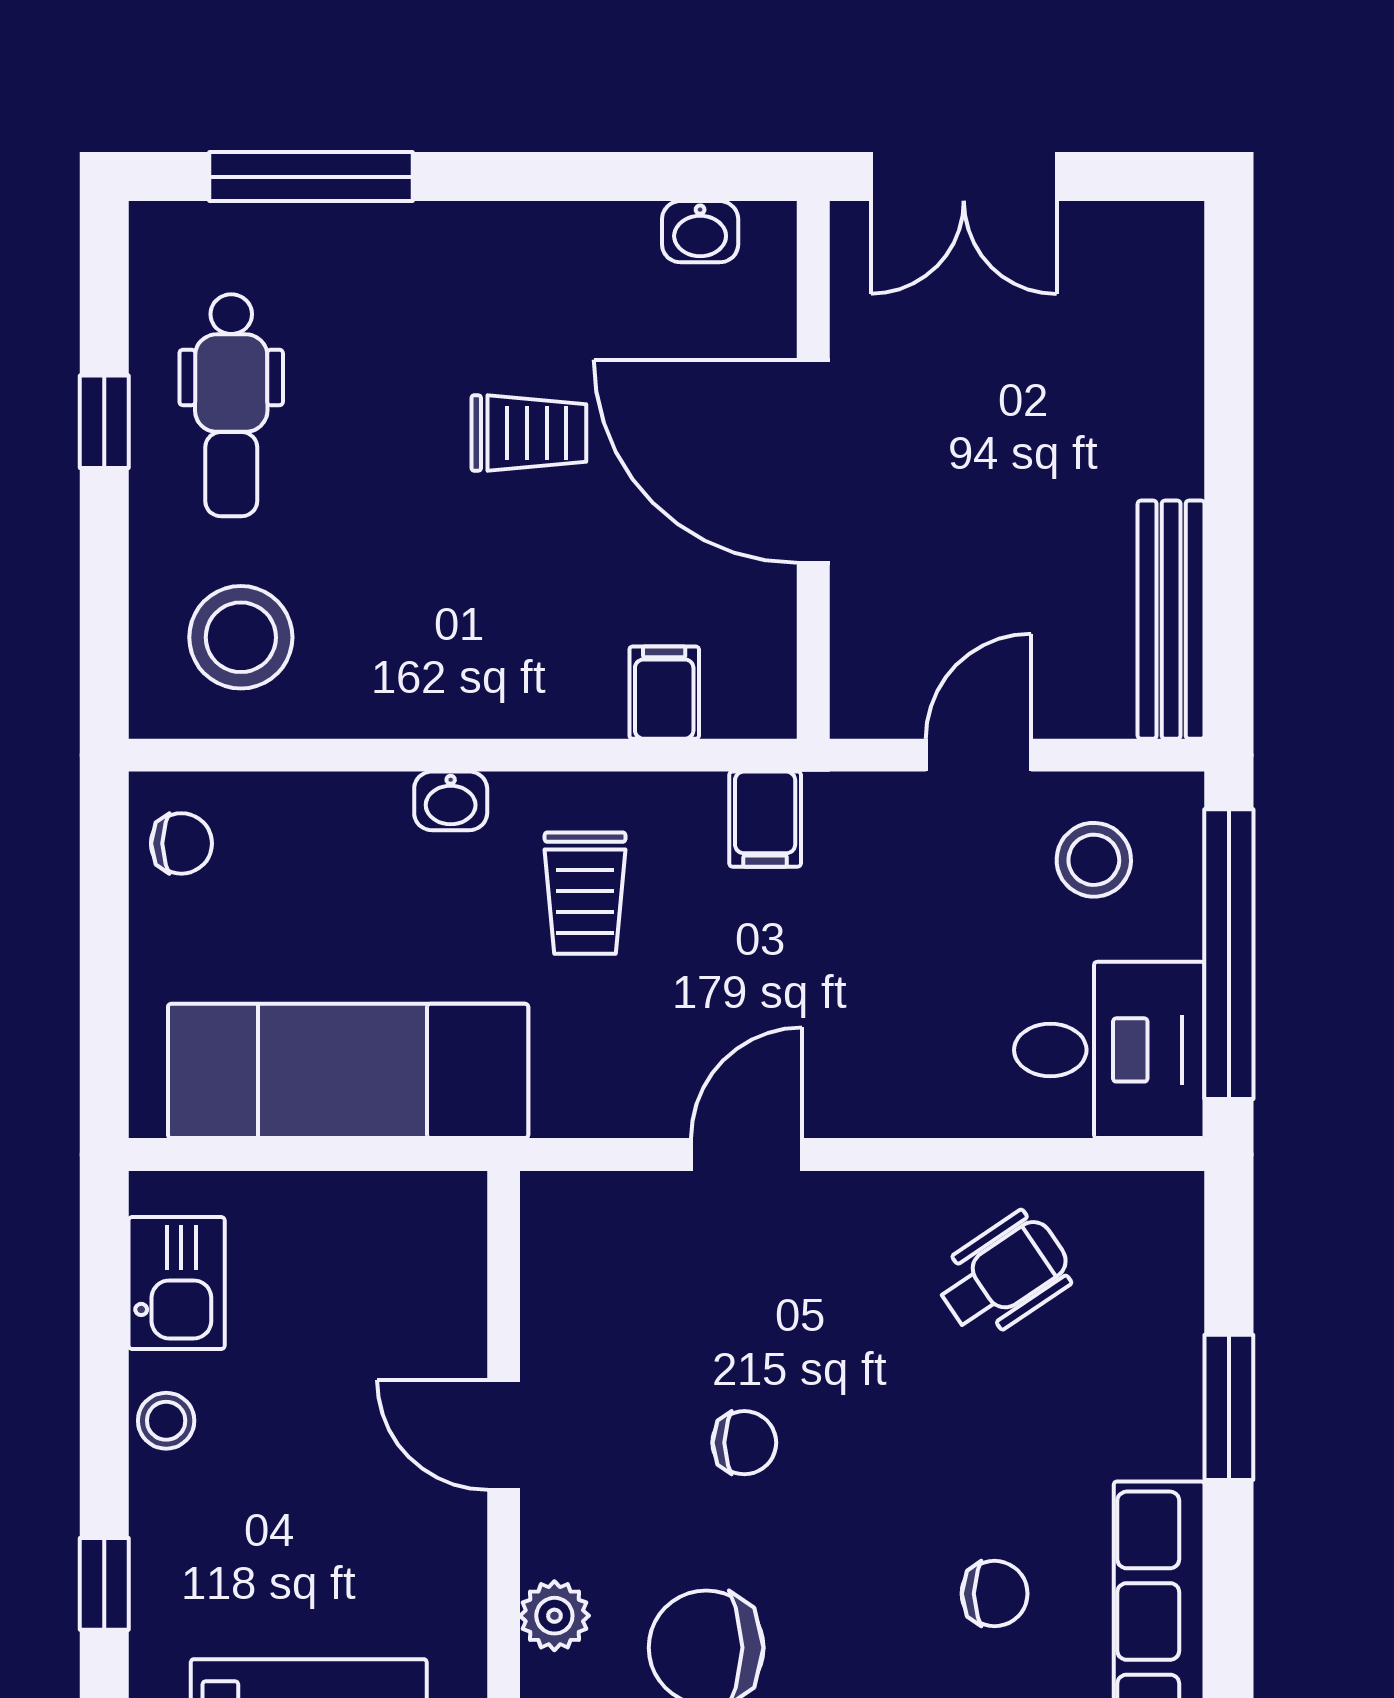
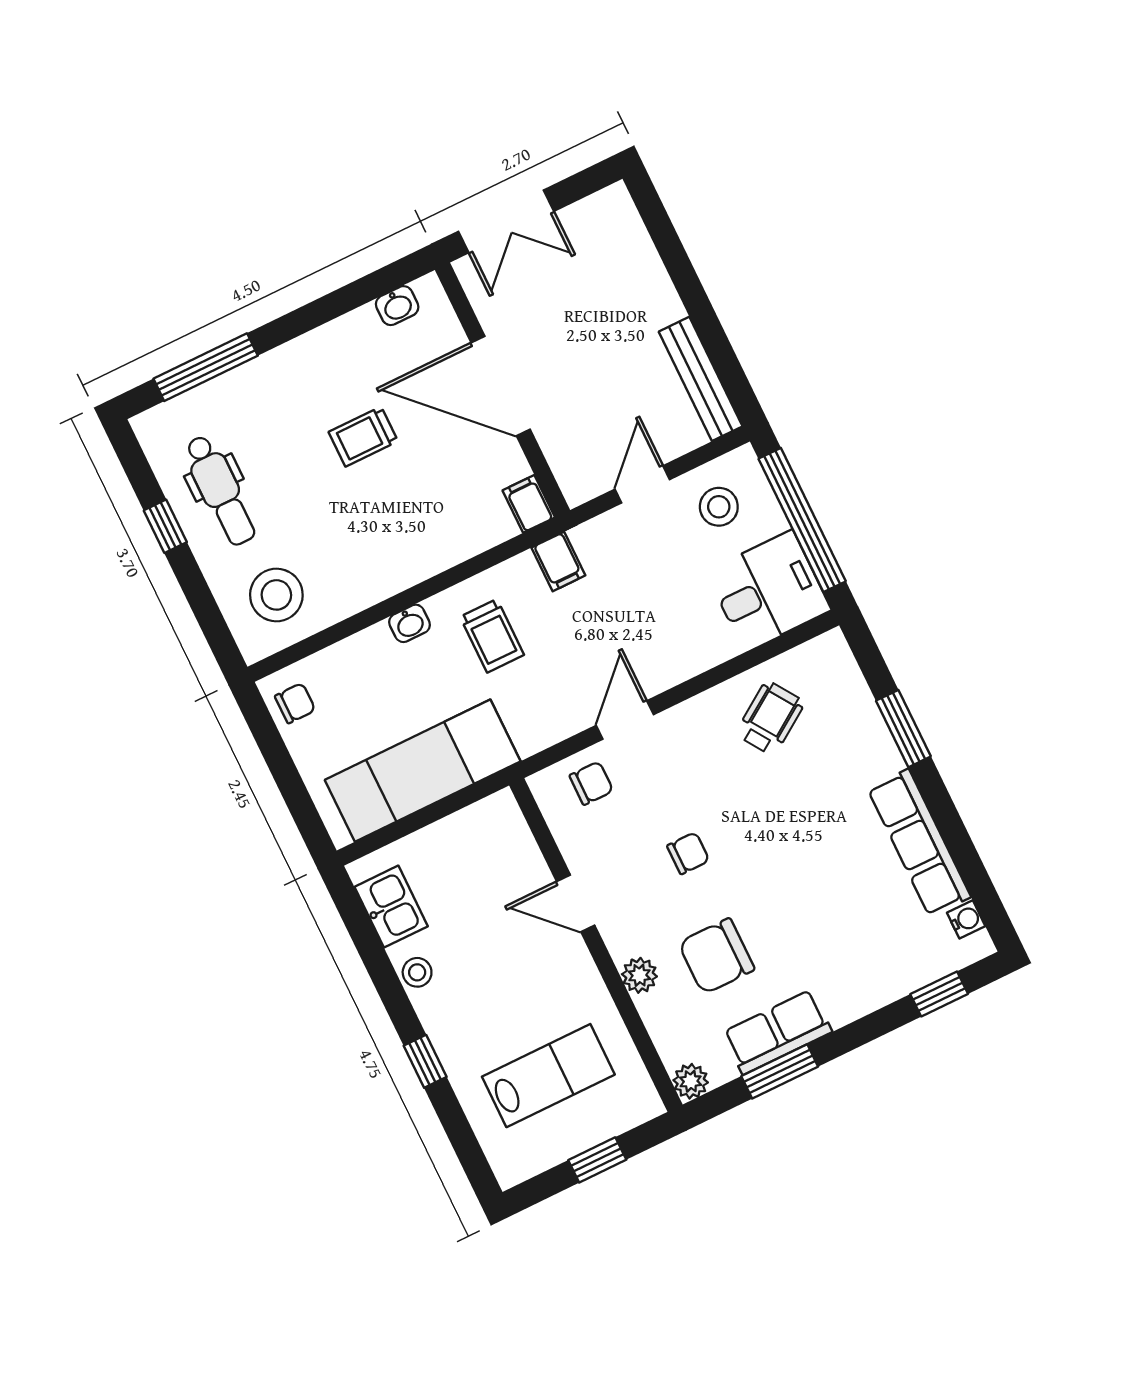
trolley: (529, 433) -> (363, 437), turned 180
filing cabinet: (664, 693) -> (529, 504), moved
chair: (995, 1594) -> (591, 783), moved

